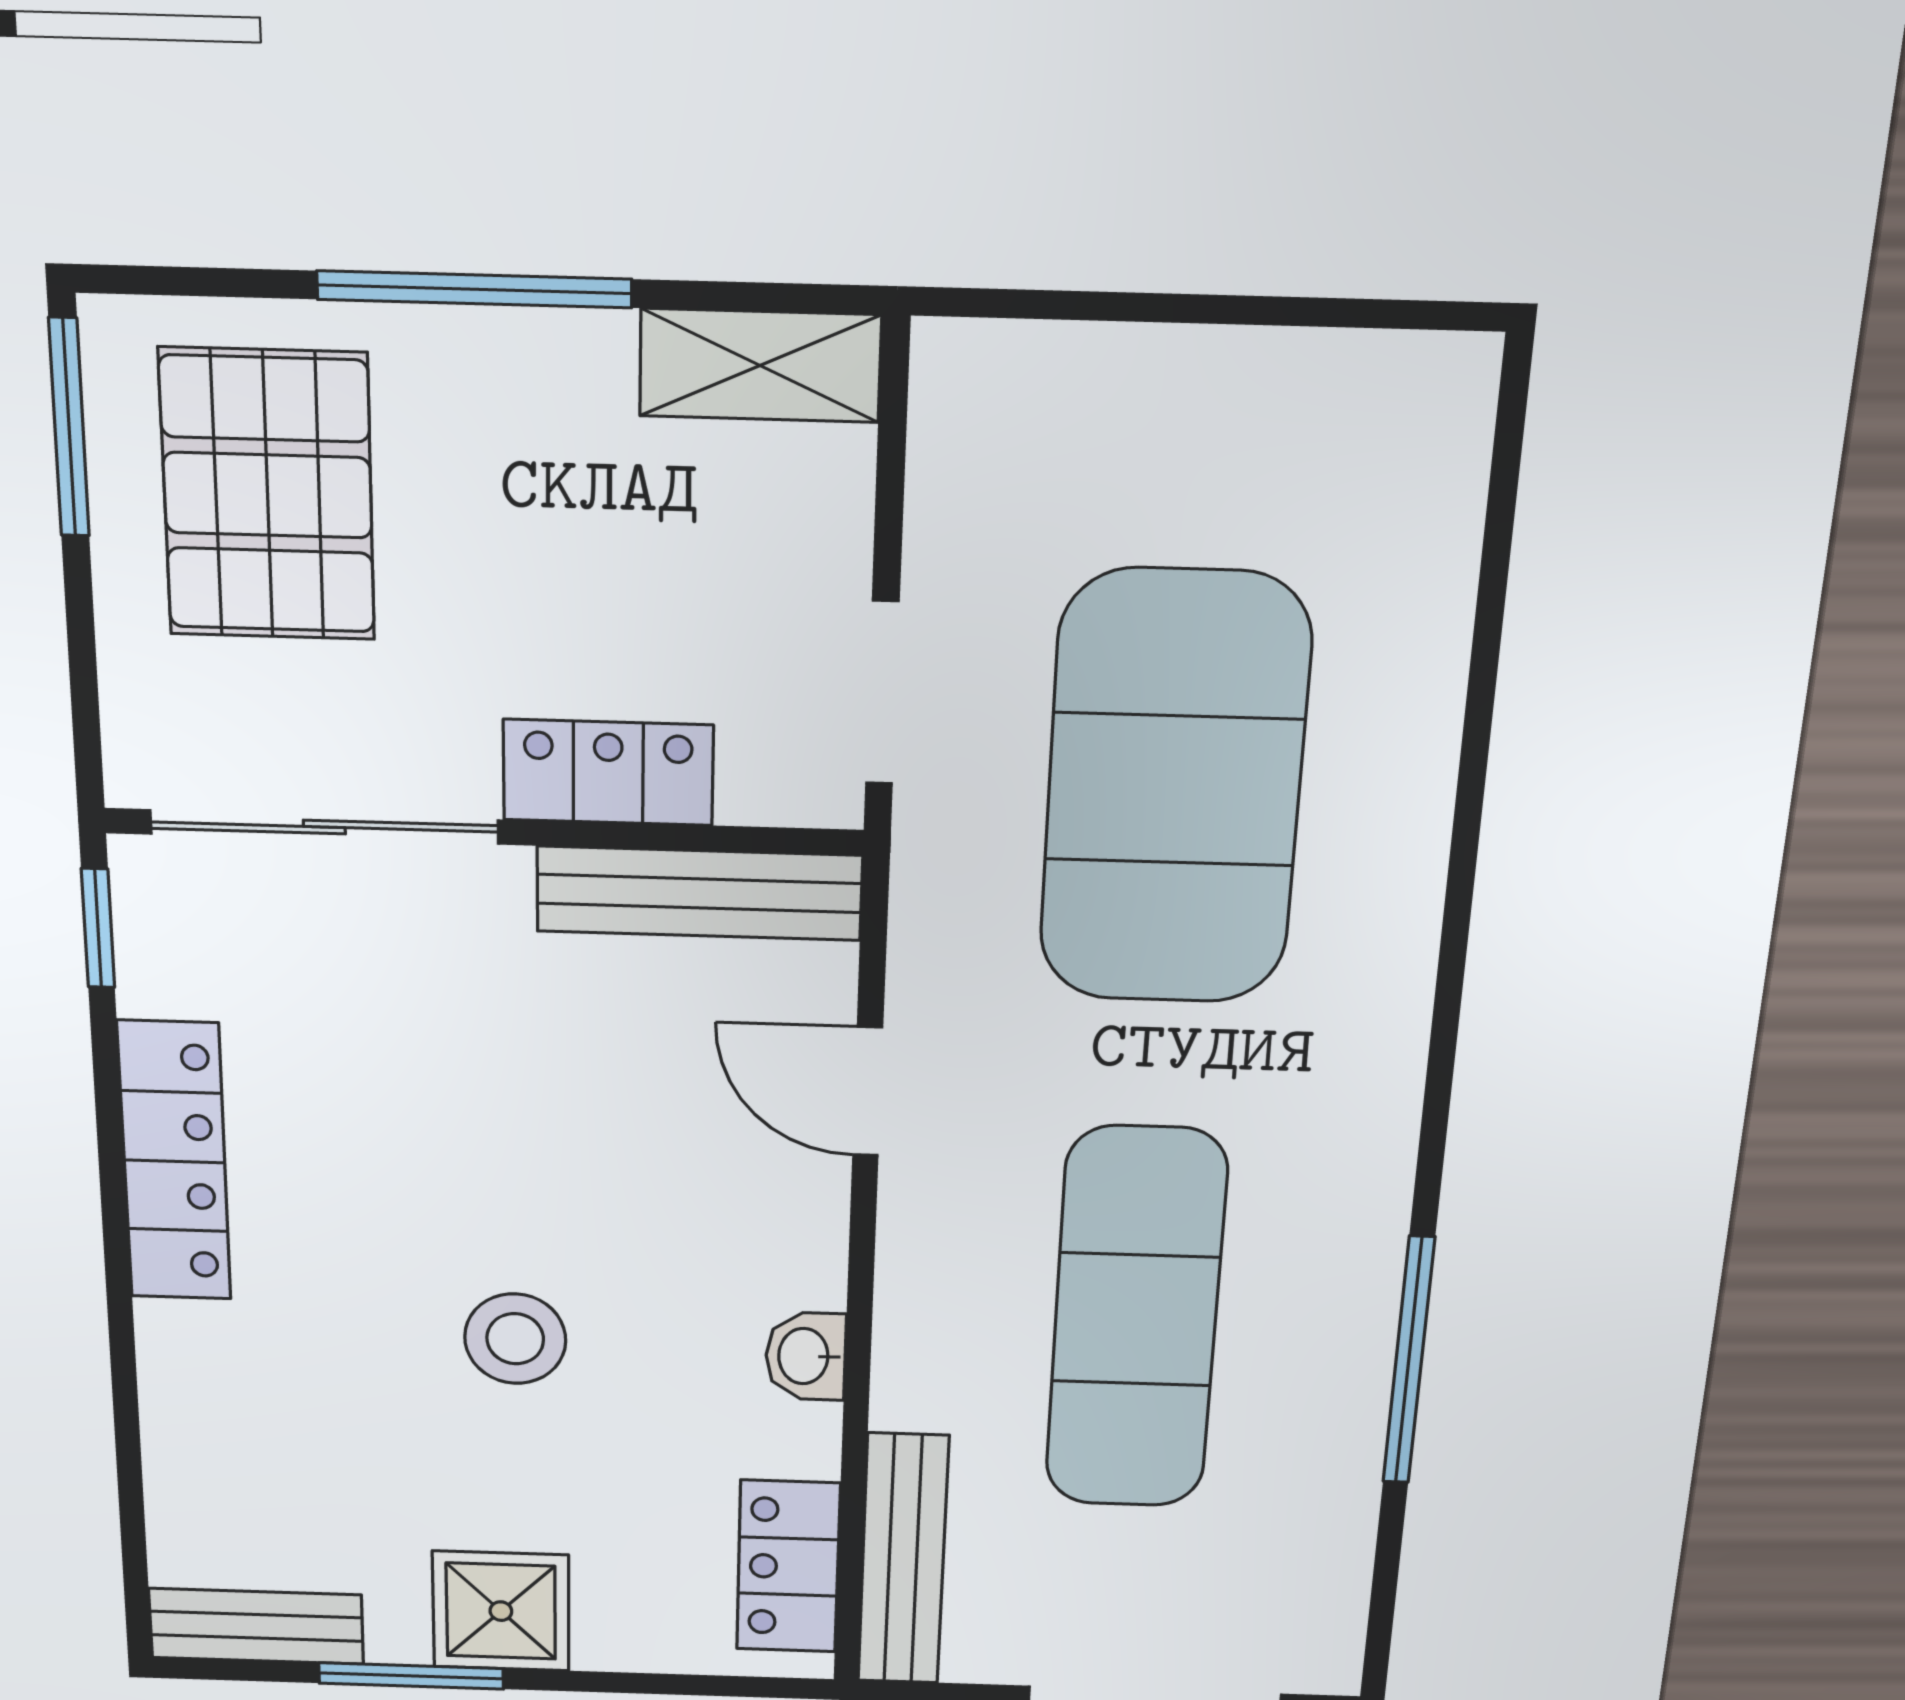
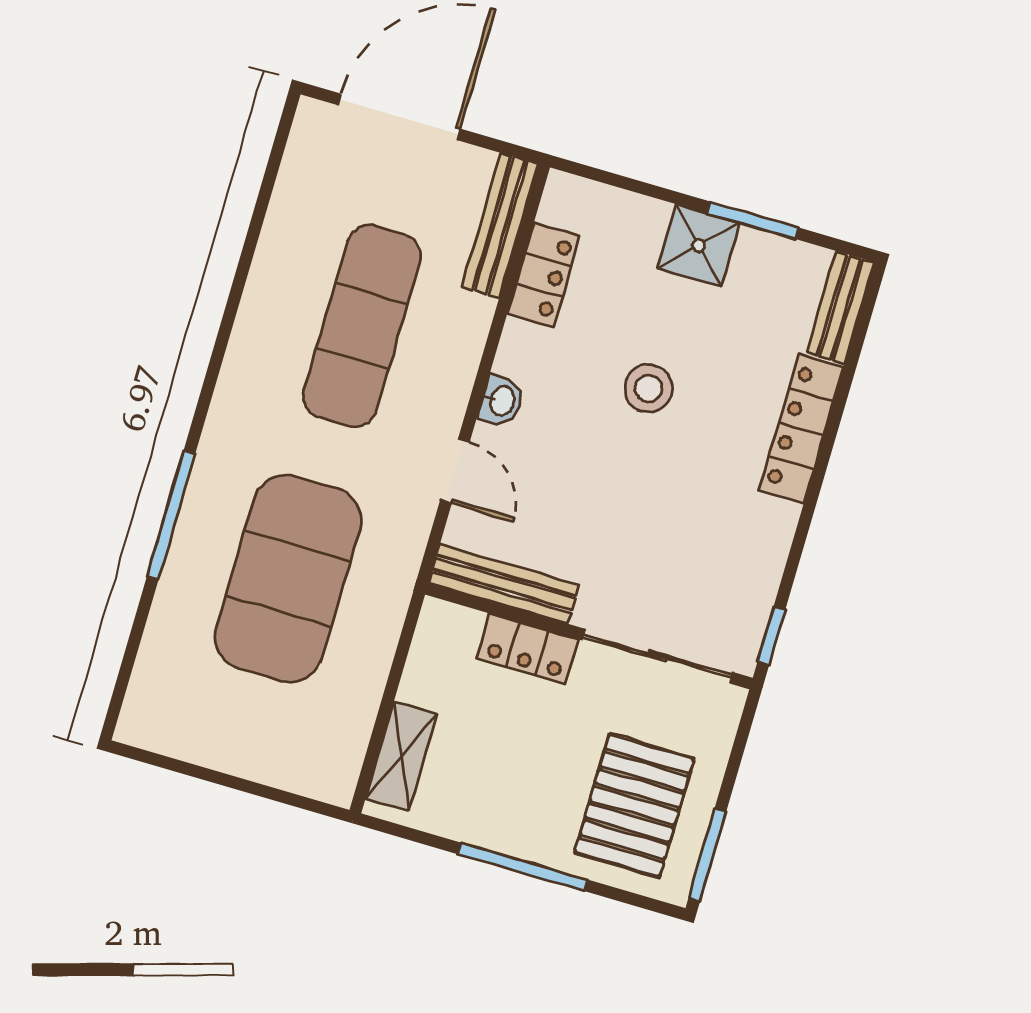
shelving: (760, 366) -> (401, 756), moved, turned 90
doorway: (882, 693) -> (401, 654), removed
locker: (175, 1161) -> (801, 429), moved
washbasin: (806, 1356) -> (501, 401), moved
window: (1409, 1361) -> (171, 515), moved
locker: (788, 1567) -> (544, 275), moved
bench: (256, 1626) -> (840, 308), moved, turned 90

